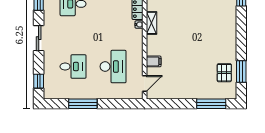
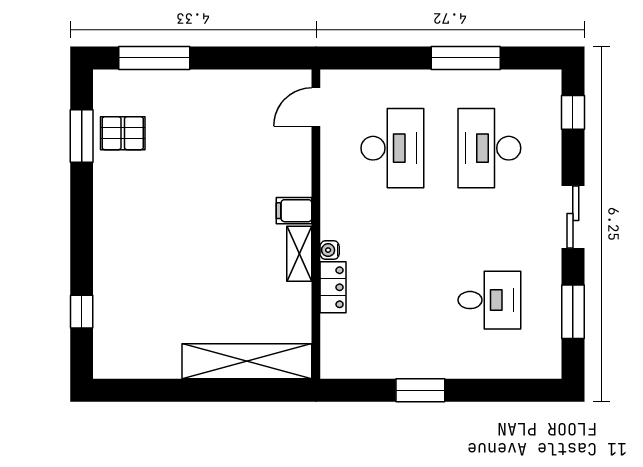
filing cabinet: (154, 61) -> (294, 211), moved
desk: (73, 67) -> (489, 148), width x1.37
desk: (113, 67) -> (392, 148), turned 180
pallet: (224, 73) -> (123, 133), turned 90

